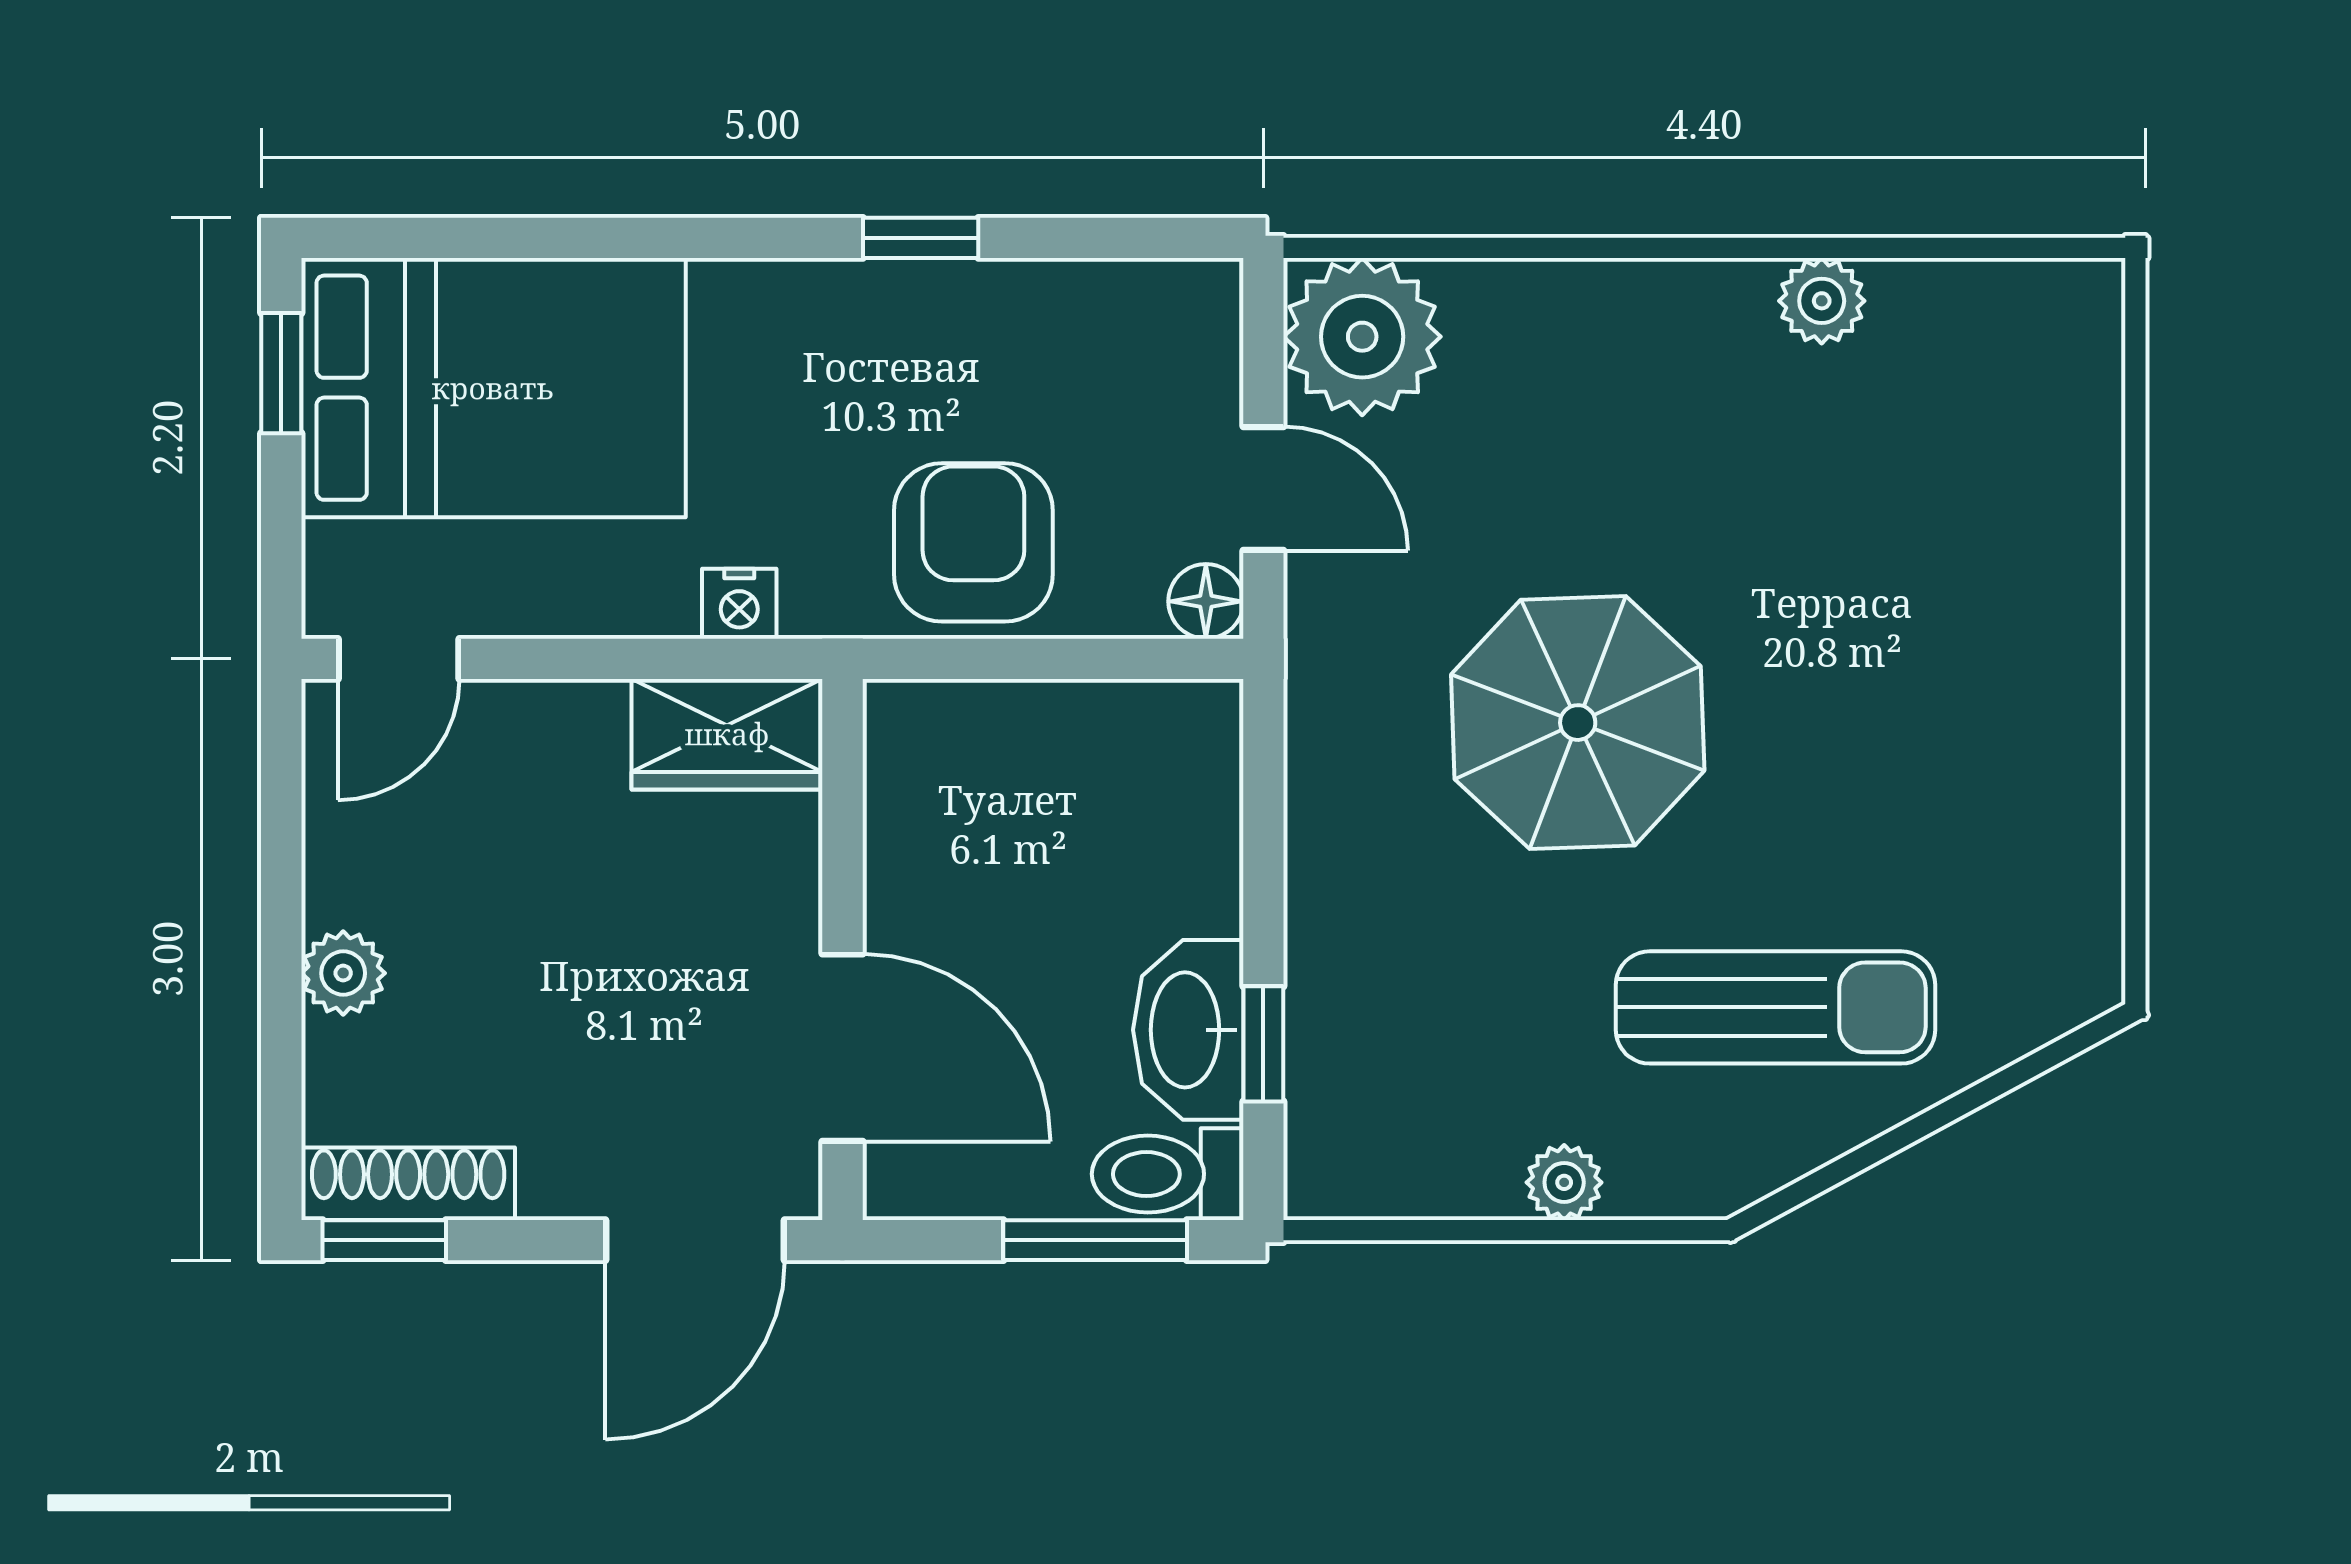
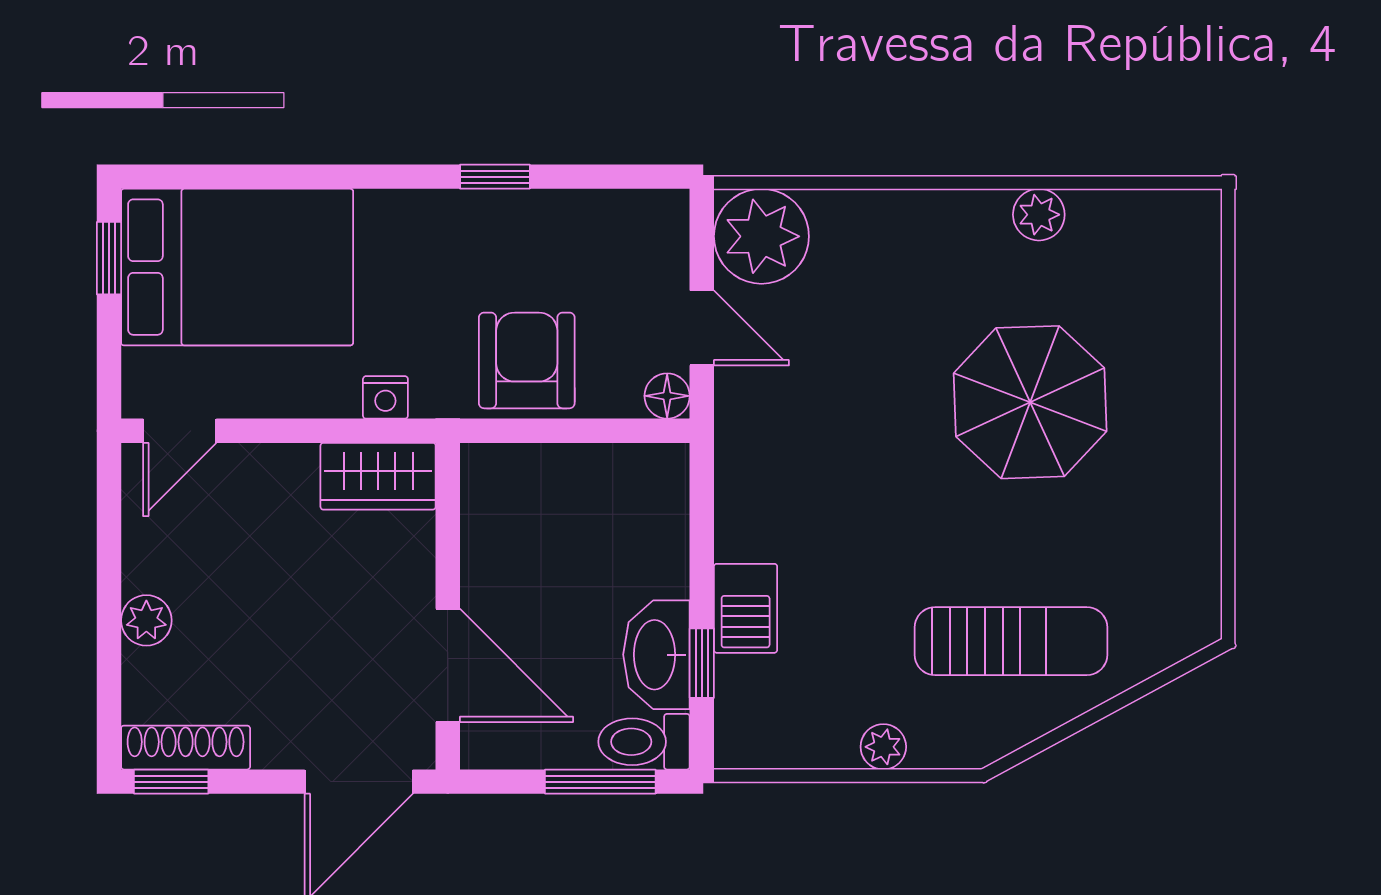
parasol: (1578, 723) -> (1030, 402), moved
barbecue: (1336, 953) -> (746, 608), added

